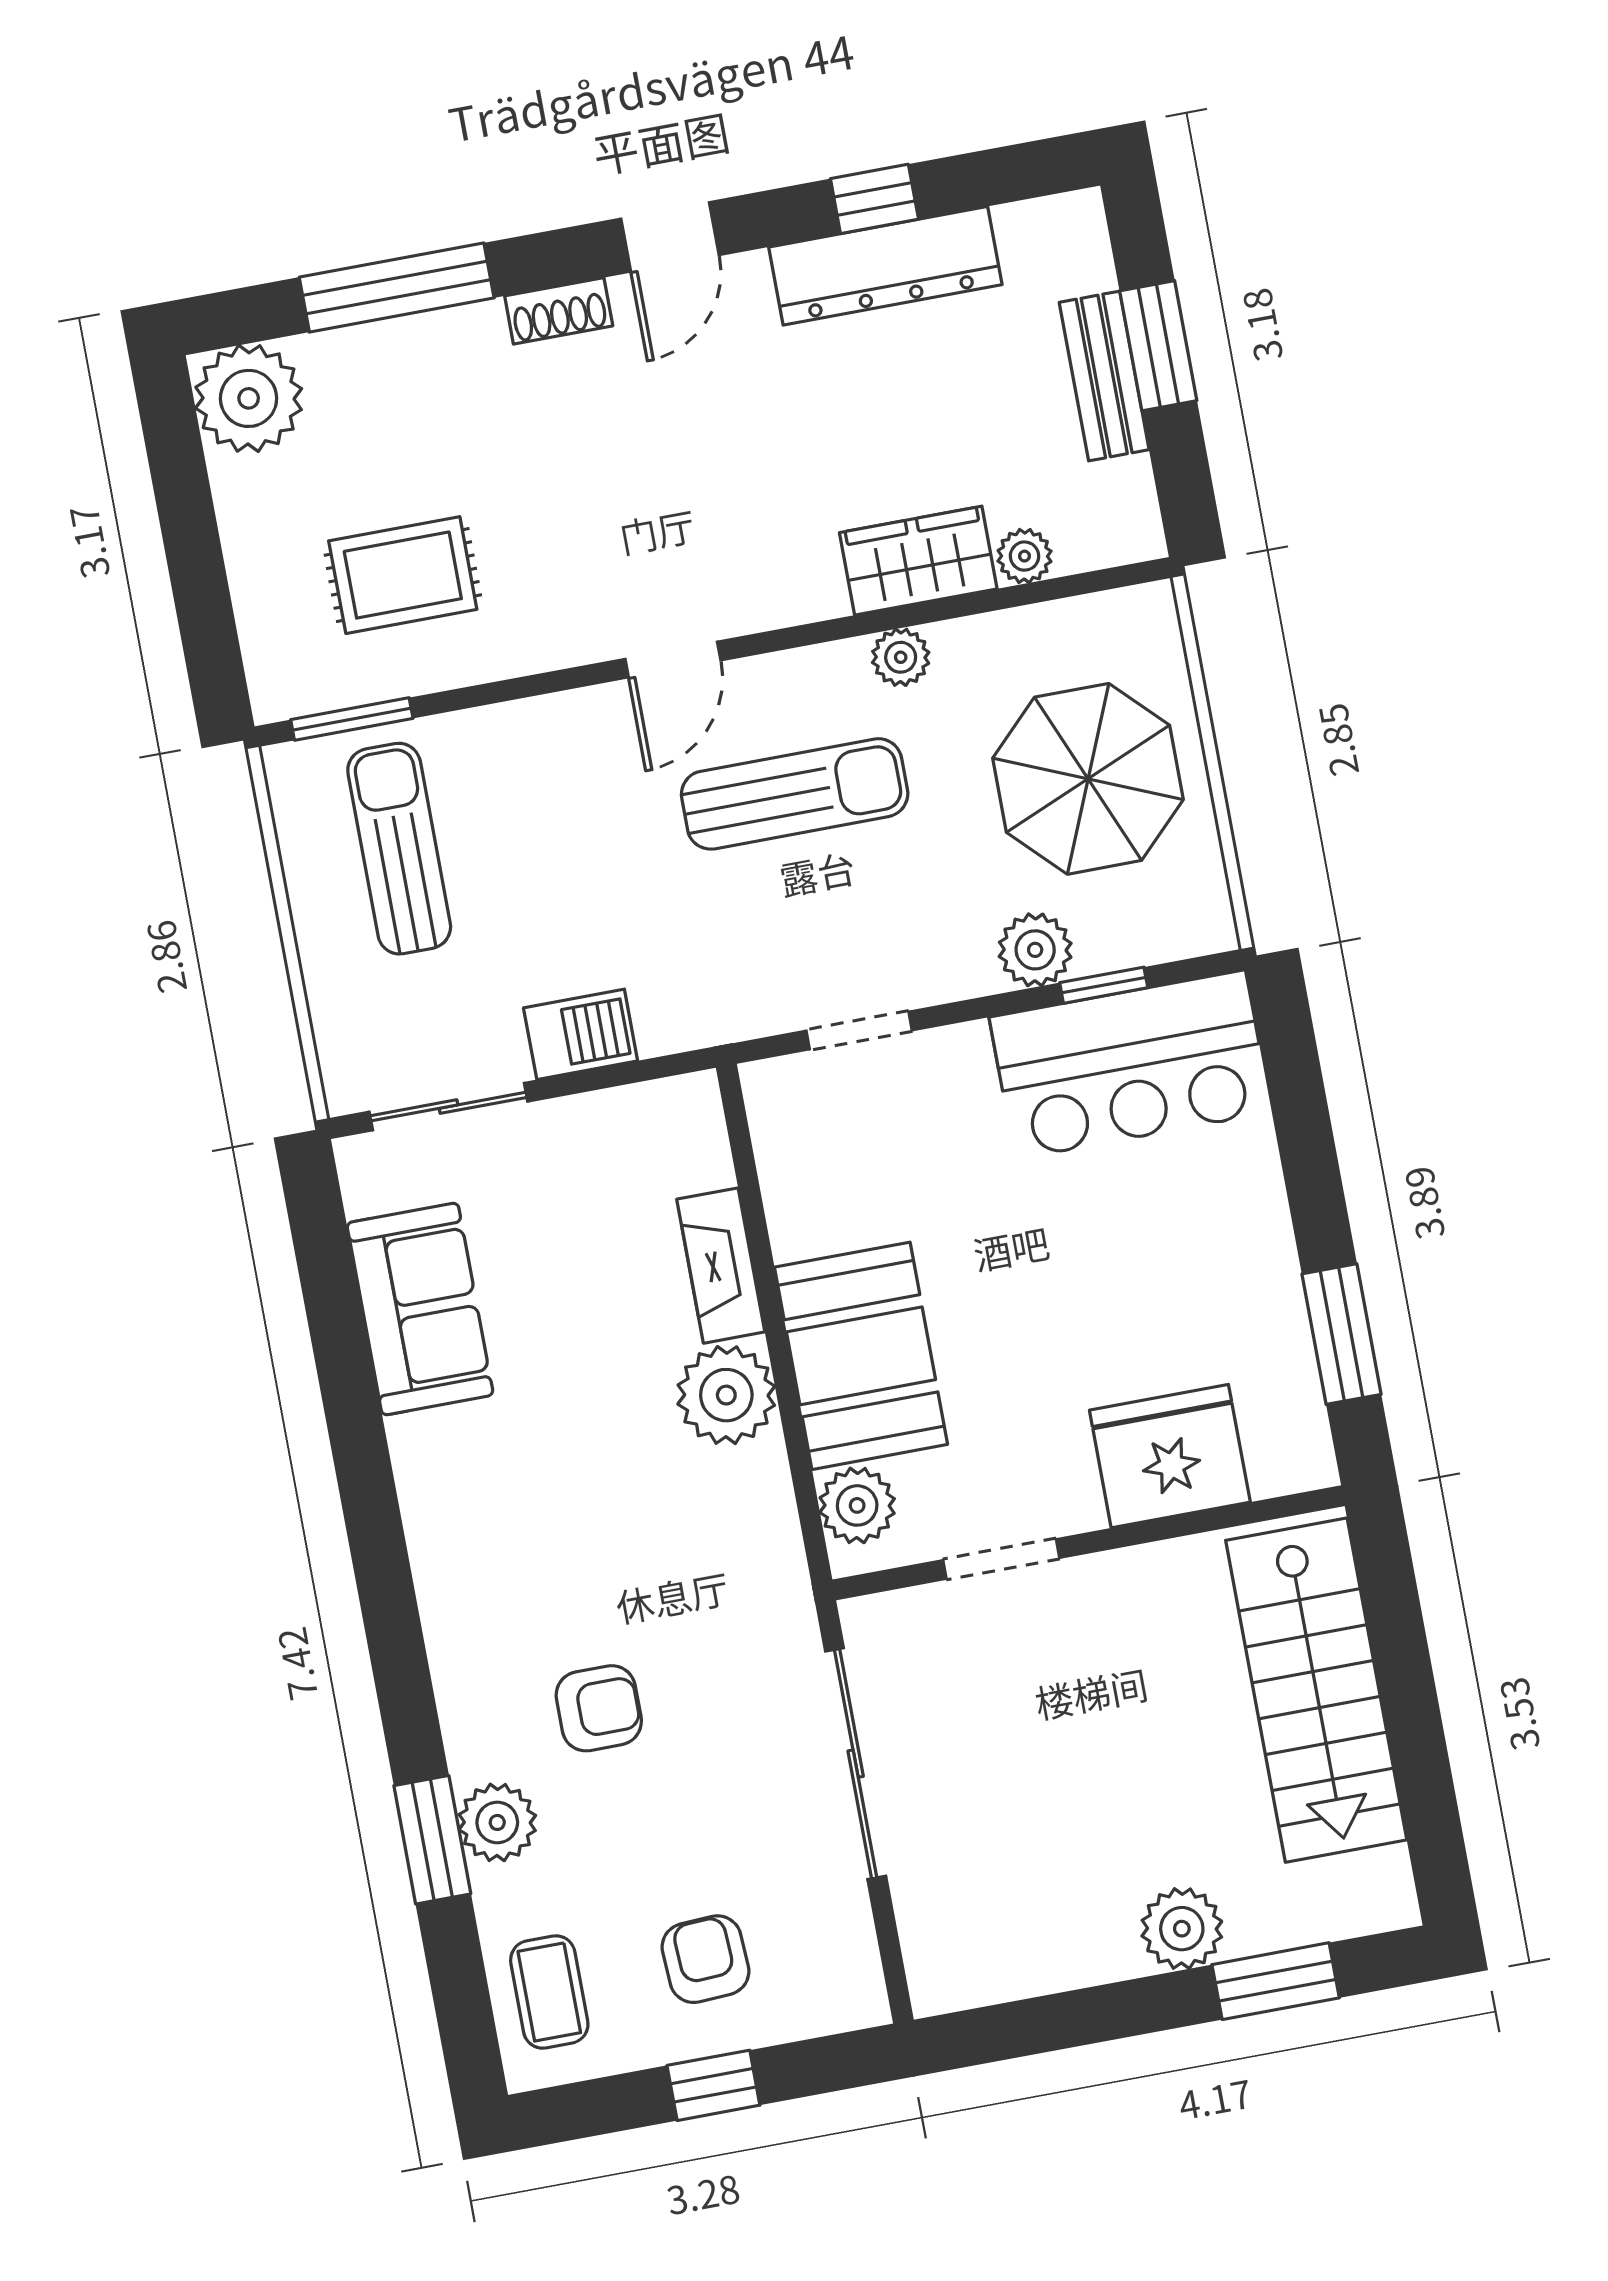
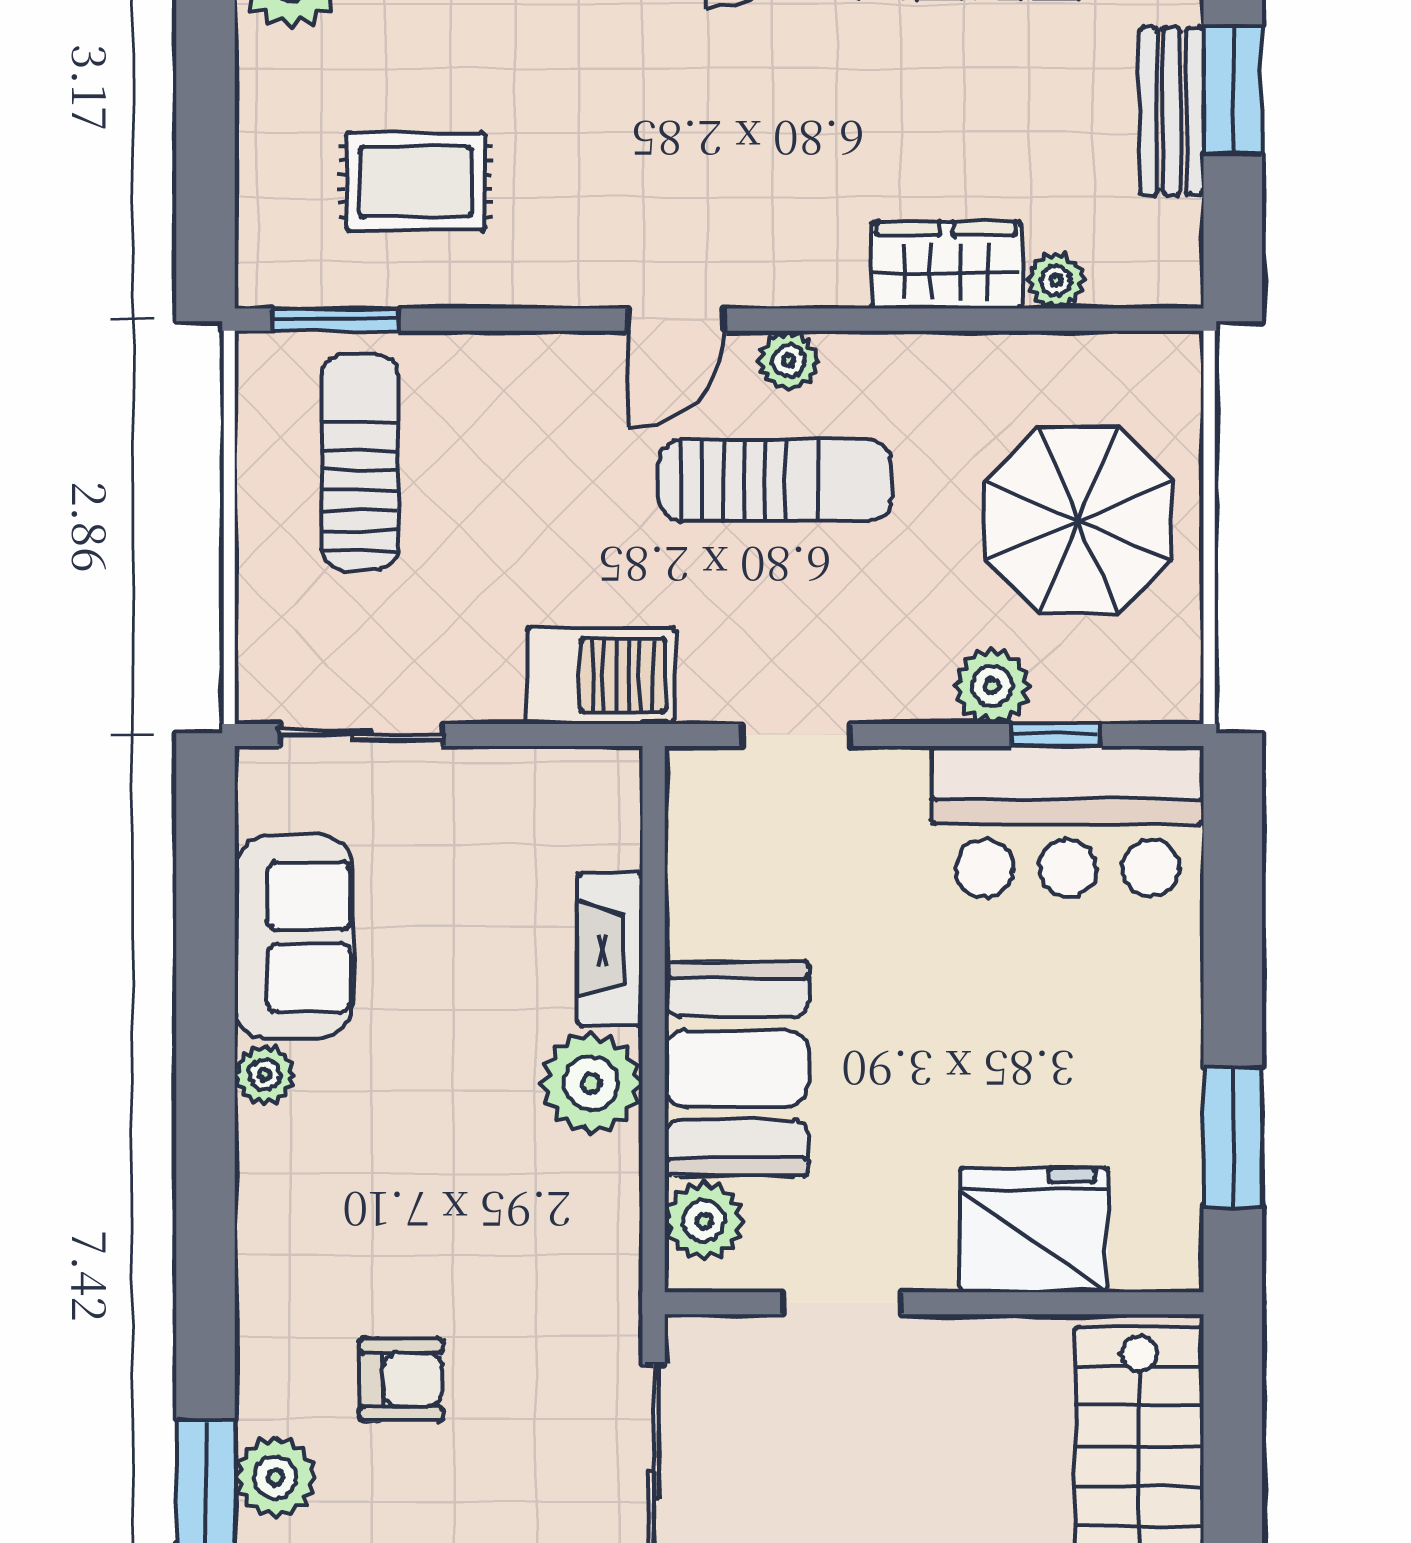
plant: (901, 657) -> (789, 361), moved
barbecue: (581, 1034) -> (601, 676), moved, width x1.38, depth x1.27
plant: (417, 1444) -> (265, 1075), added

